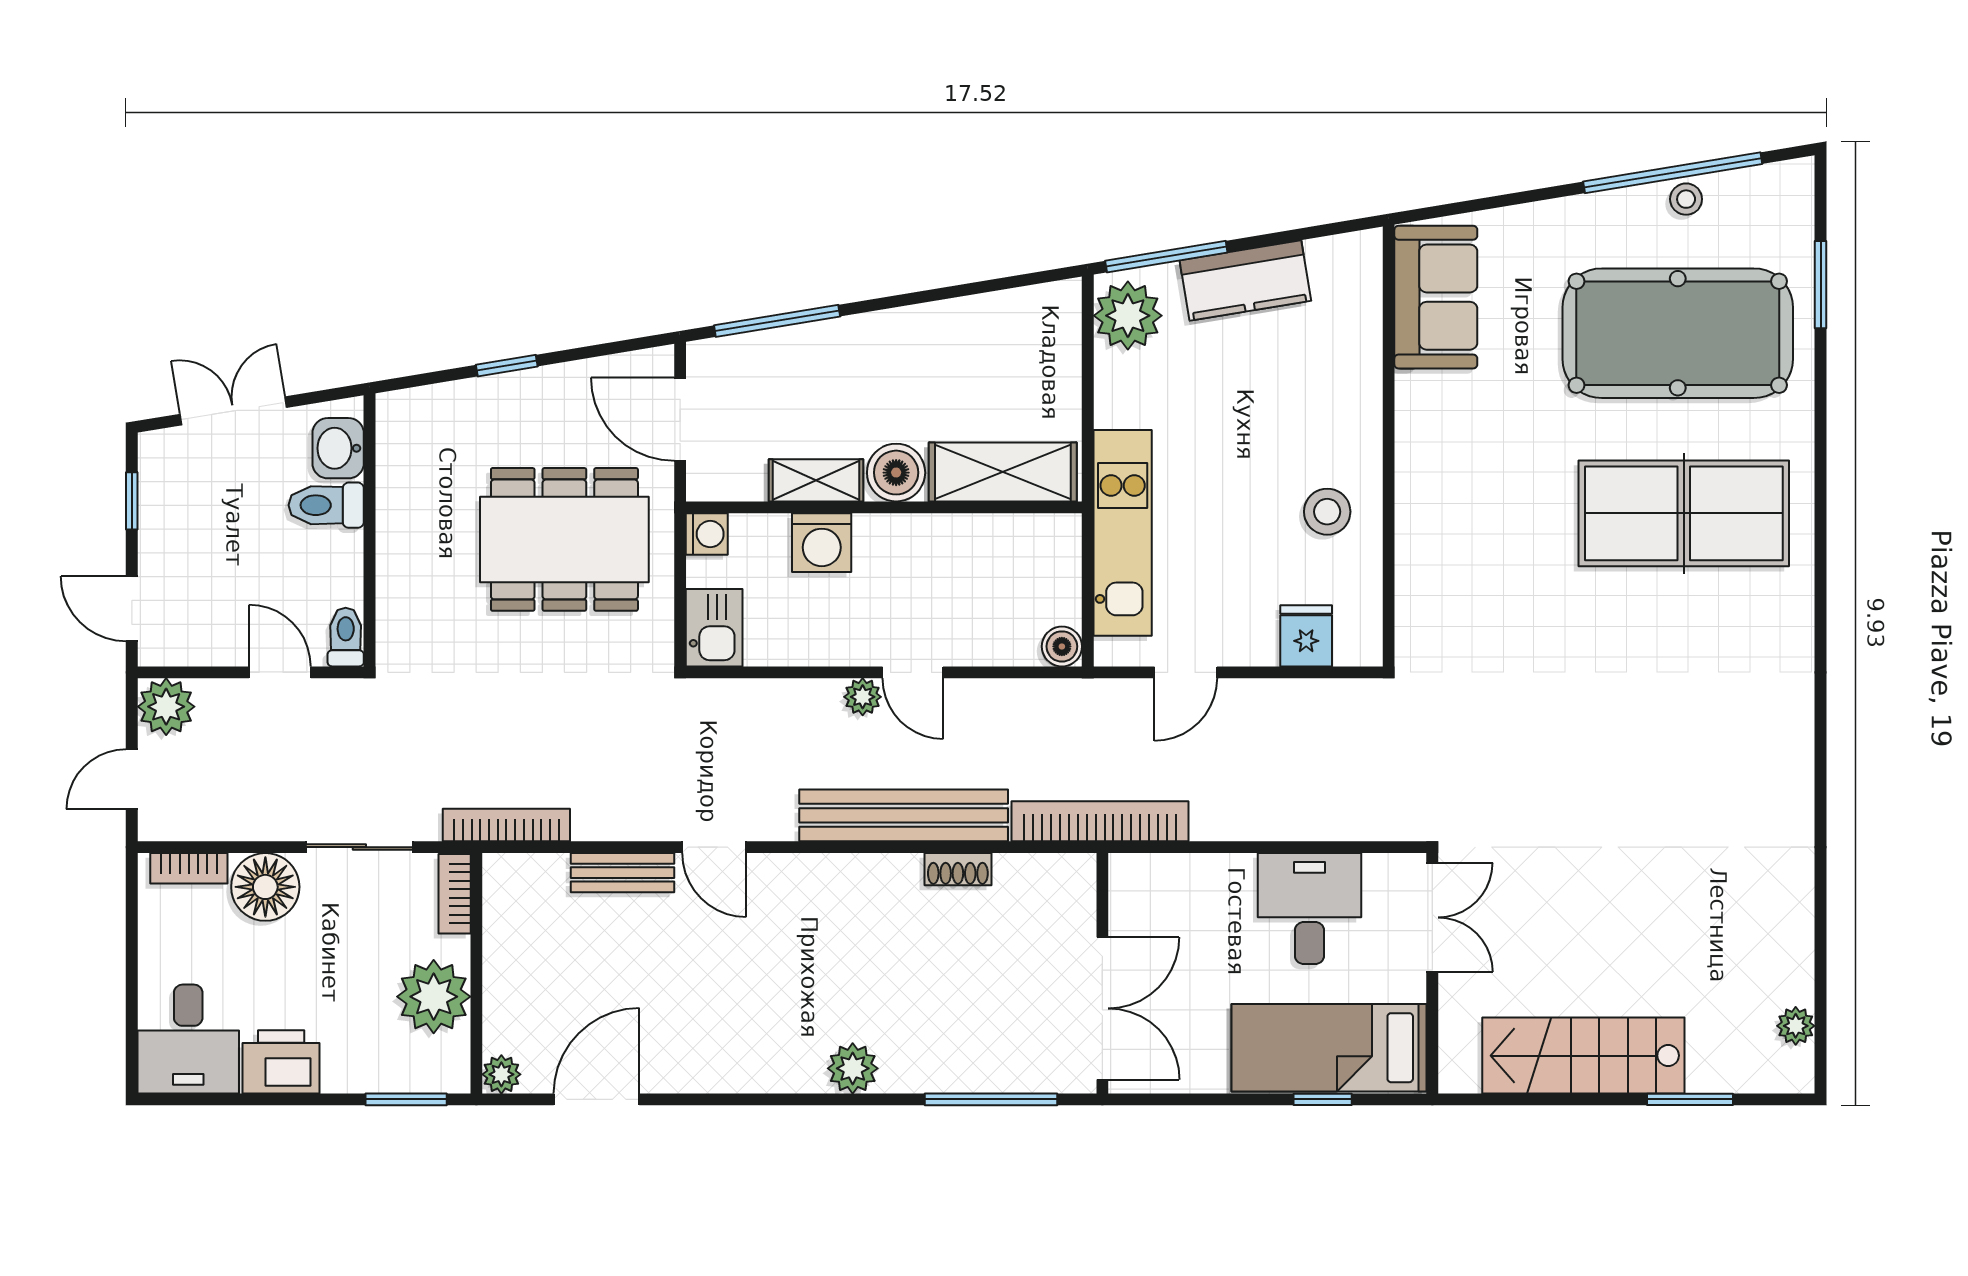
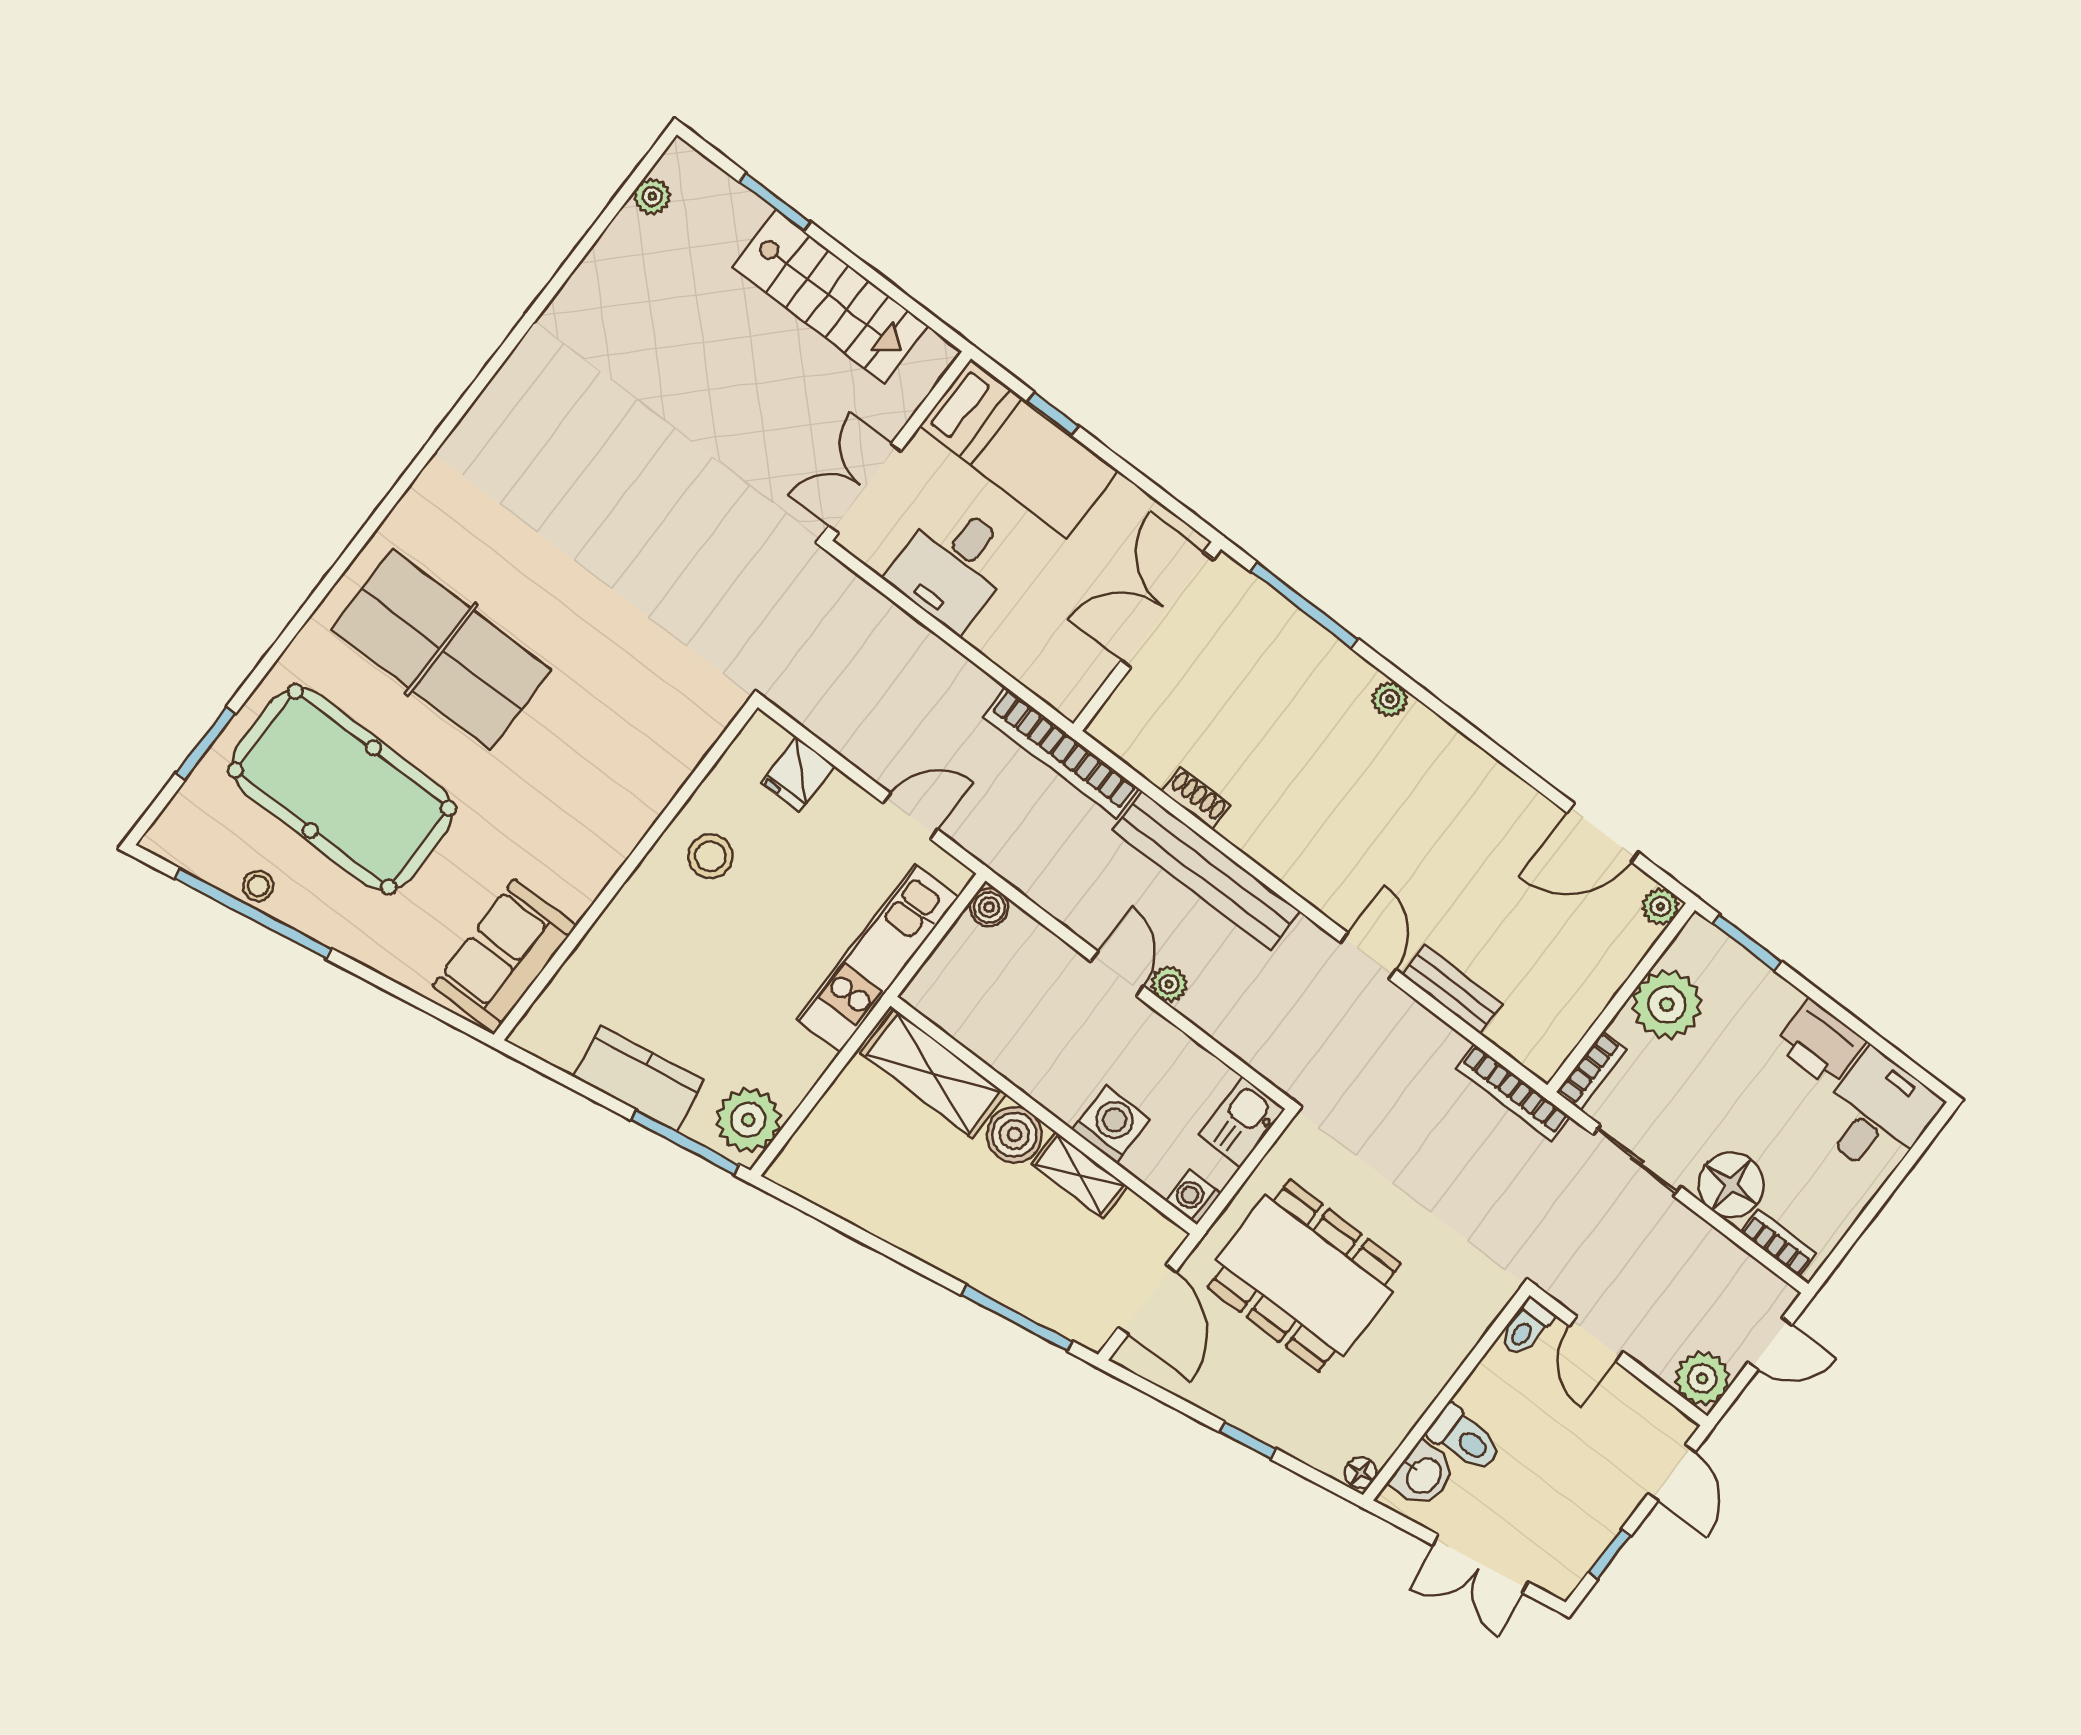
floor lamp: (392, 411) -> (1361, 1473), added
plant: (853, 1068) -> (1390, 699), width x0.73, depth x0.73

